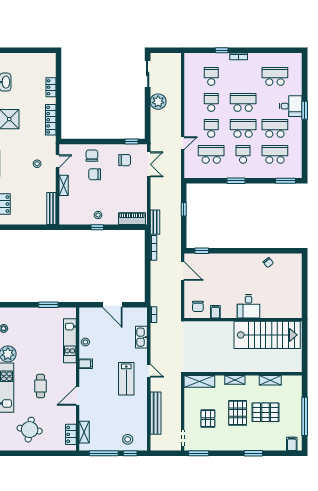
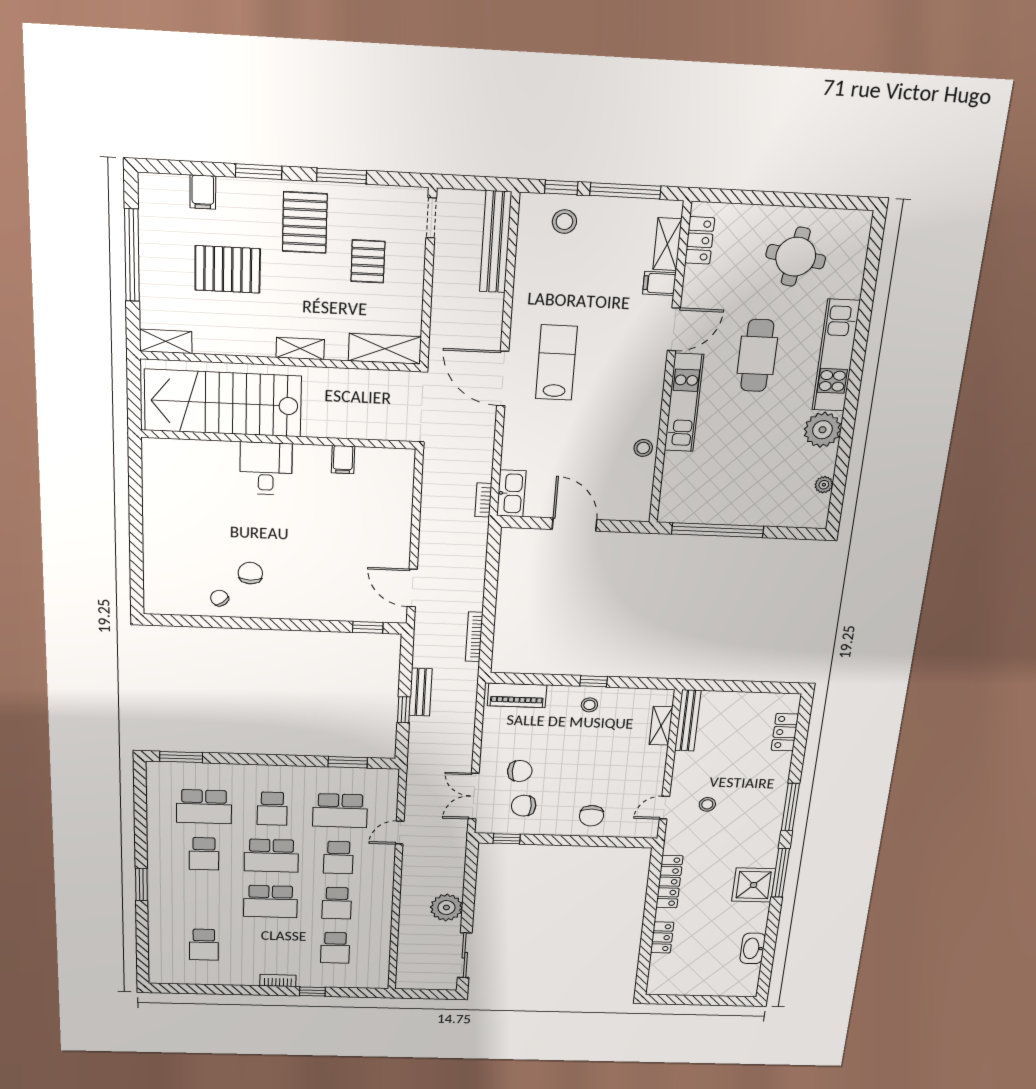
school desk: (275, 76) -> (204, 945), width x0.54
desk: (291, 106) -> (171, 892), removed
school desk: (275, 128) -> (204, 854), width x0.54
chair: (95, 174) -> (520, 771), moved
window: (236, 181) -> (348, 762), moved
shelving: (64, 185) -> (661, 726), moved
bench: (155, 222) -> (421, 692), moved
window: (48, 305) -> (718, 530), width x2.11
chair: (198, 306) -> (250, 573), moved
desk: (249, 306) -> (266, 468), moved
filing cabinet: (215, 312) -> (343, 460), moved
wall: (243, 320) -> (279, 439), moved
stairs: (267, 335) -> (223, 403), moved
kitchen sink: (141, 337) -> (511, 493), moved
kitchen unit: (70, 341) -> (684, 403), moved
filing cabinet: (86, 364) -> (659, 283), moved
door: (149, 371) -> (503, 379), width x1.88
shelving: (270, 380) -> (166, 341), moved
cafe table: (41, 386) -> (757, 355), width x1.37, depth x1.35
bench: (156, 413) -> (496, 242), moved
pallet: (238, 413) -> (305, 223), moved
filing cabinet: (292, 444) -> (203, 192), moved
window: (199, 453) -> (342, 176), moved

